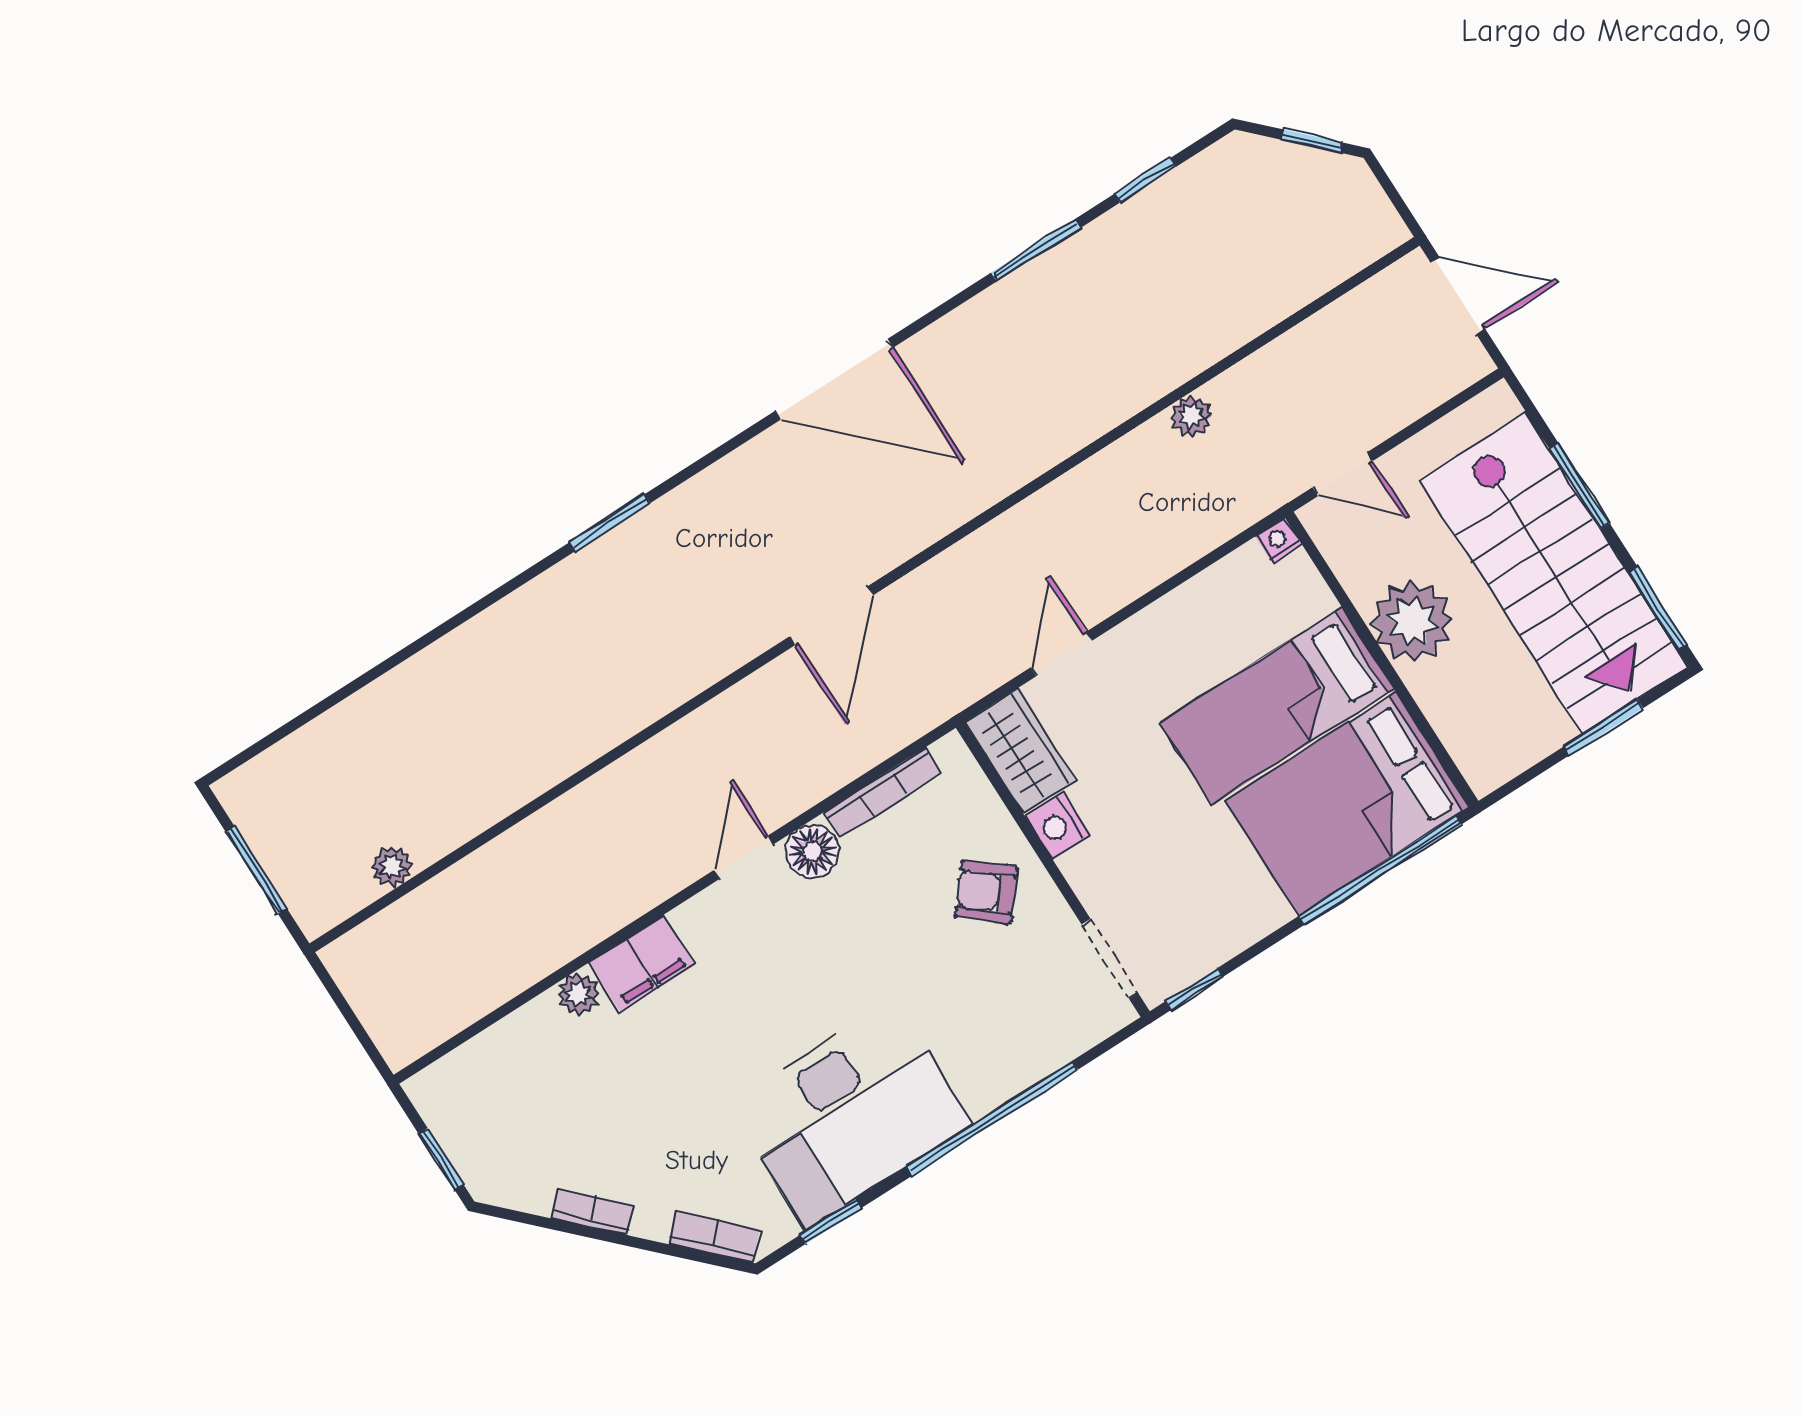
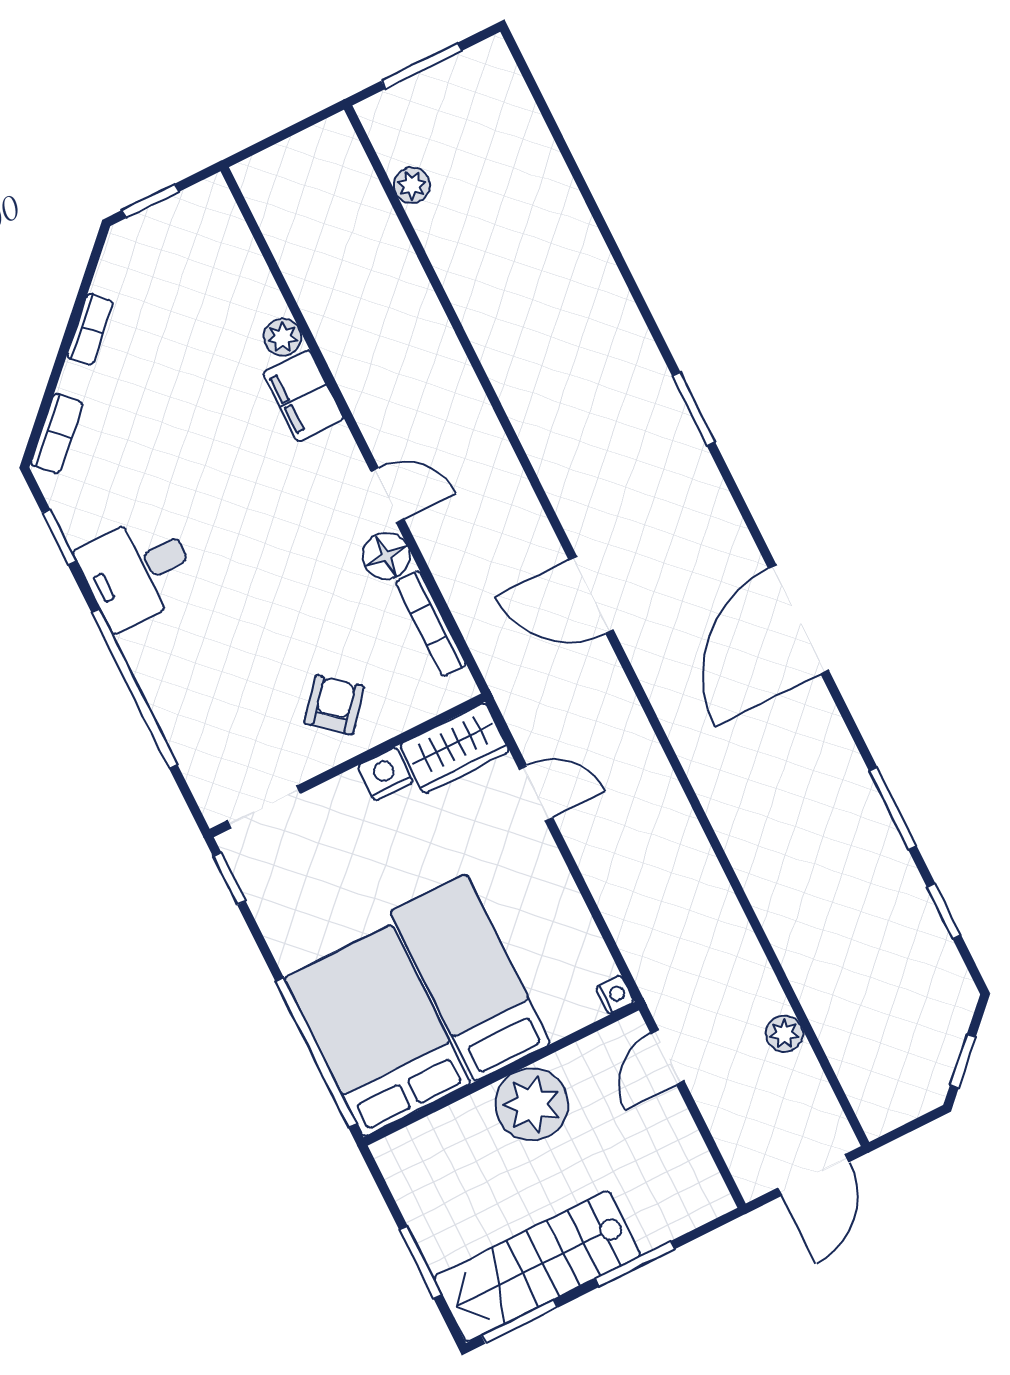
plant: (1191, 416) -> (784, 1034), moved
stairs: (1554, 573) -> (537, 1266), width x0.73, depth x0.66
desk: (850, 1115) -> (138, 571), width x0.53, depth x0.77

